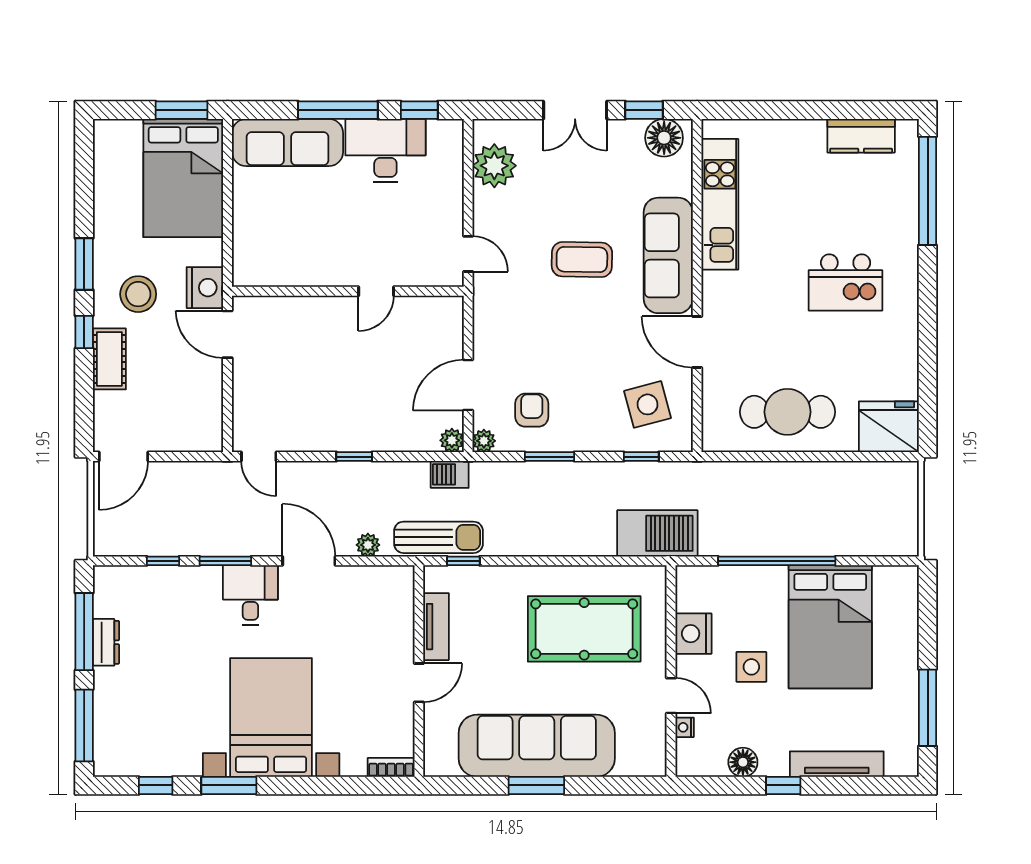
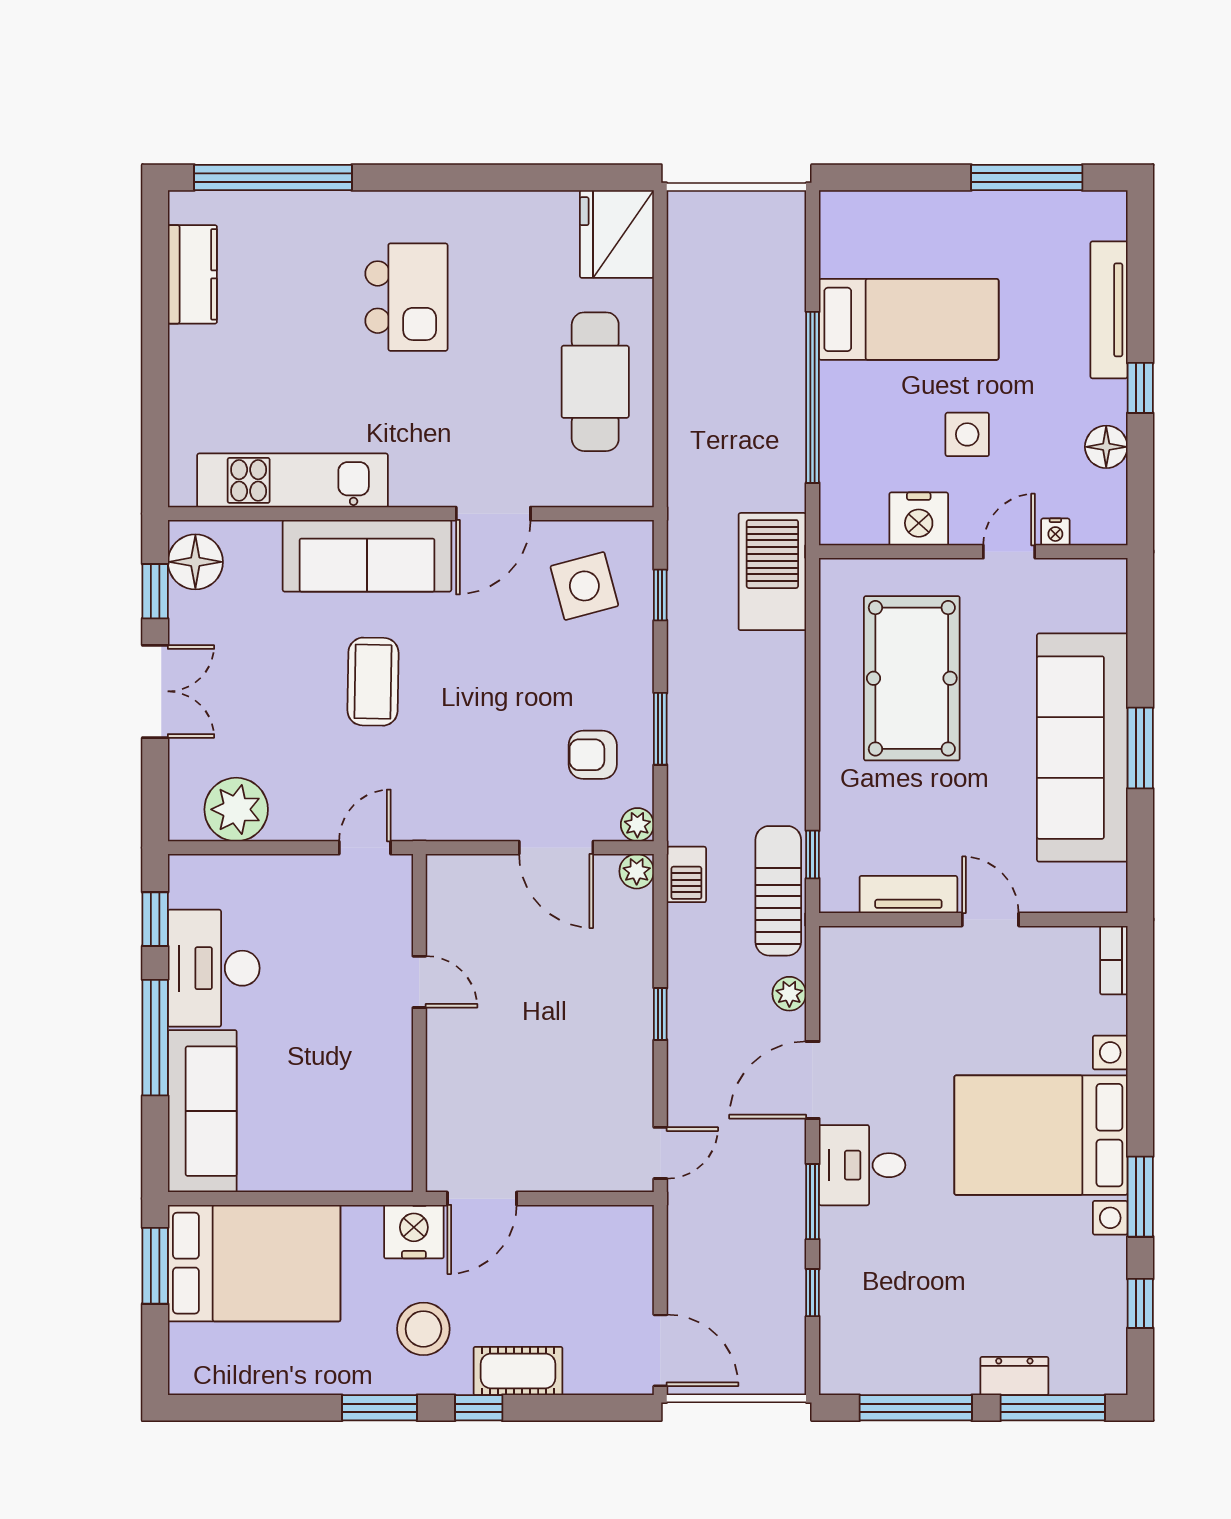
bed: (830, 627) -> (909, 319), width x0.67
dresser: (106, 642) -> (1014, 1376), moved

